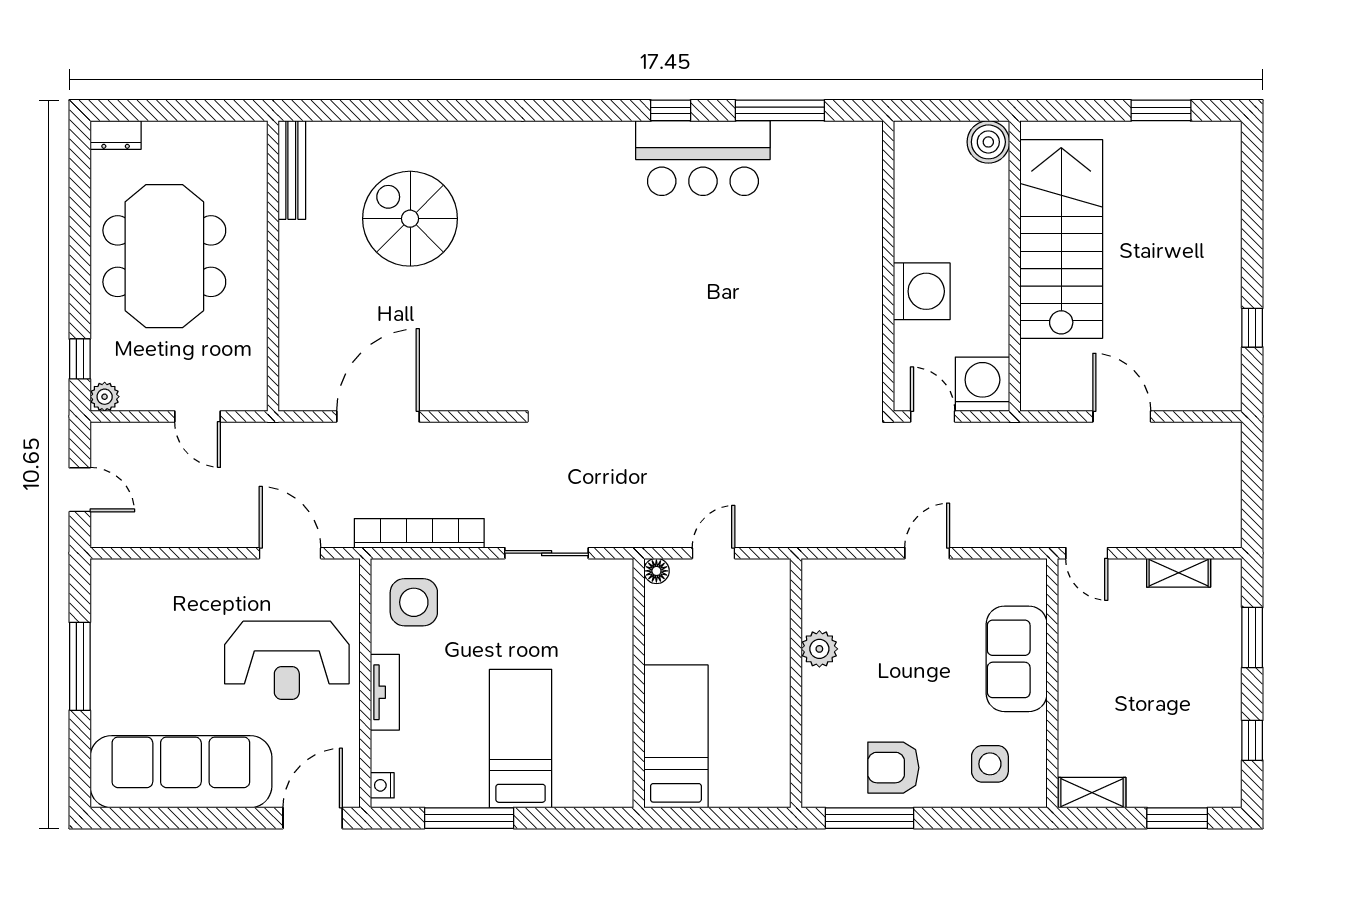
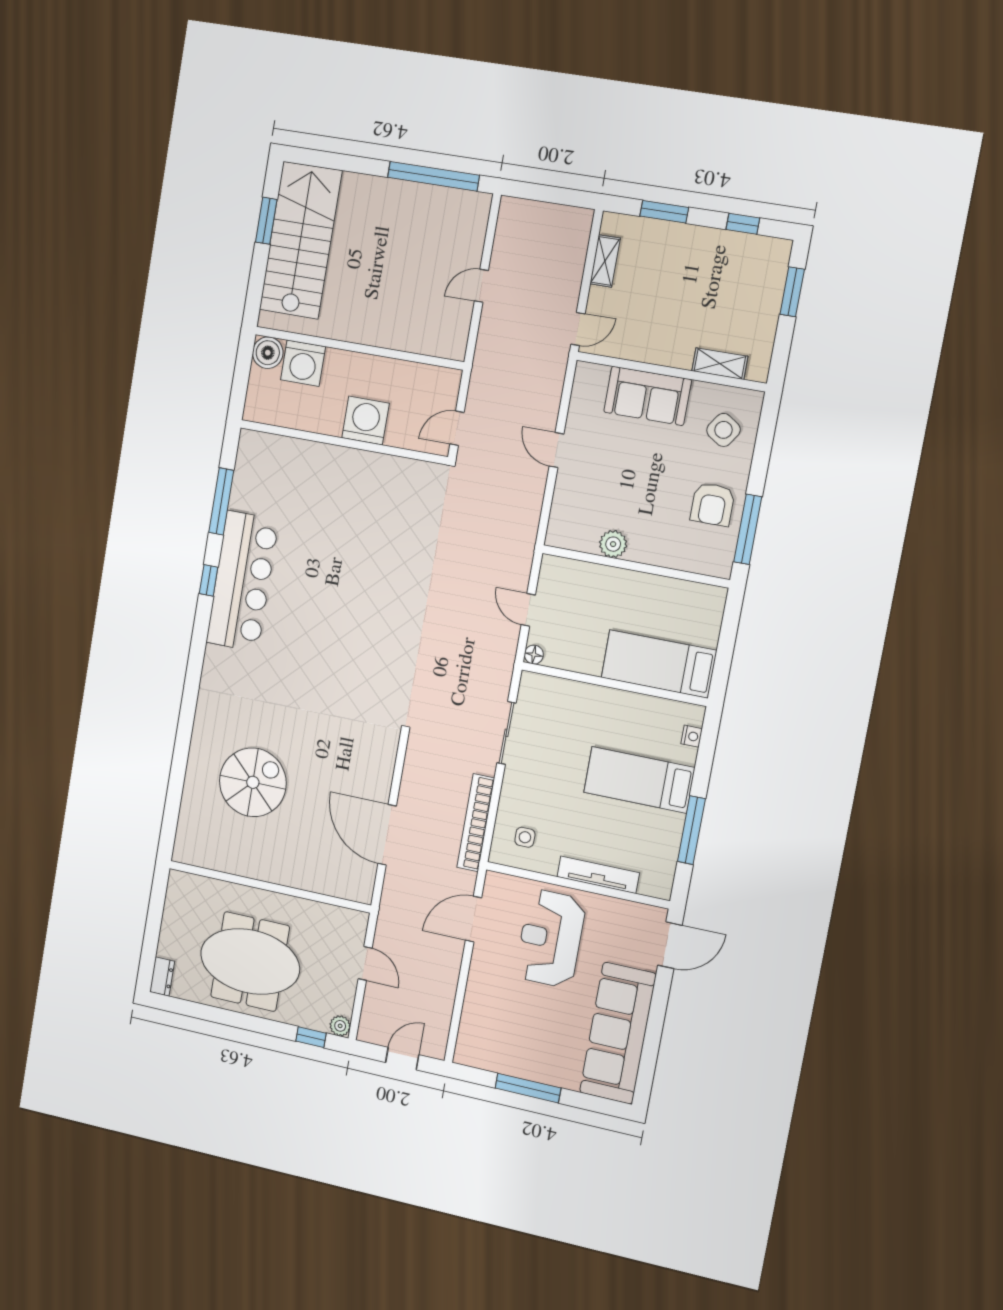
bar counter: (703, 158) -> (242, 581), width x1.36
bench: (292, 170) -> (206, 859), removed
spiral stairs: (410, 219) -> (253, 782), turned 180
stairs: (1061, 239) -> (301, 240), moved, turned 90
window: (1252, 328) -> (433, 176), width x3.17
washing machine: (982, 384) -> (303, 363), moved, turned -90
door: (198, 416) -> (365, 963), hinge flipped
door: (1122, 416) -> (481, 286), width x0.73
side table: (414, 602) -> (525, 837), width x0.54, depth x0.54
reception desk: (287, 660) -> (550, 938), turned 180
tv unit: (385, 692) -> (598, 875), width x1.41
side table: (990, 764) -> (723, 430), turned 34
nightstand: (382, 785) -> (692, 736), moved, turned -90
shelving: (1092, 793) -> (720, 364), moved, turned 90
door: (313, 818) -> (670, 945), swing flipped

